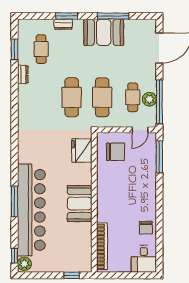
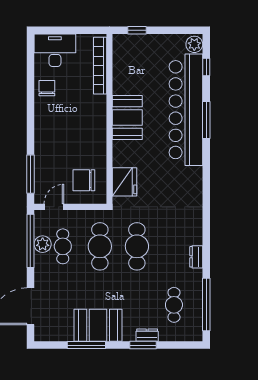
window: (14, 49) -> (206, 305), width x2.11
dresser: (23, 75) -> (196, 257), moved
window: (14, 256) -> (206, 67), moved
desk: (144, 259) -> (55, 50), width x1.37

